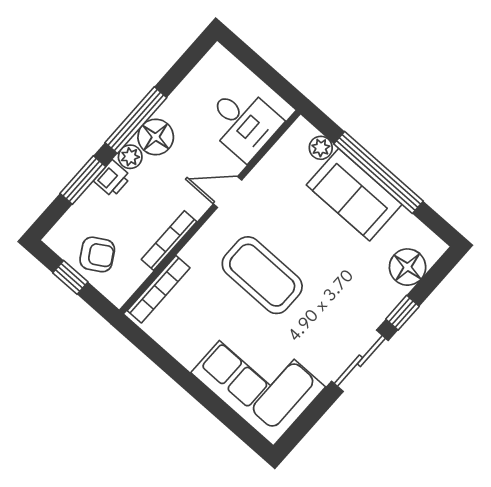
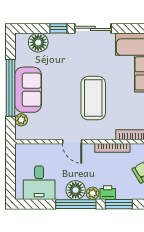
desk: (243, 122) -> (39, 183), moved, turned 180

